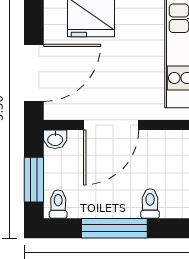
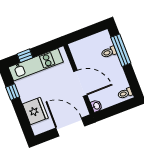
window: (34, 180) -> (118, 108), removed
window: (114, 228) -> (121, 50), moved

